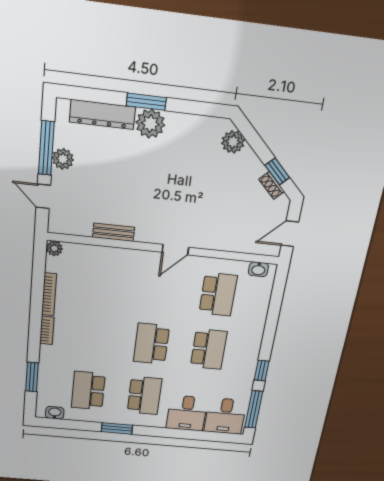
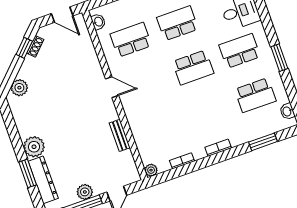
window: (146, 102) -> (28, 173), moved
bookcase: (49, 294) -> (182, 161), width x0.64

